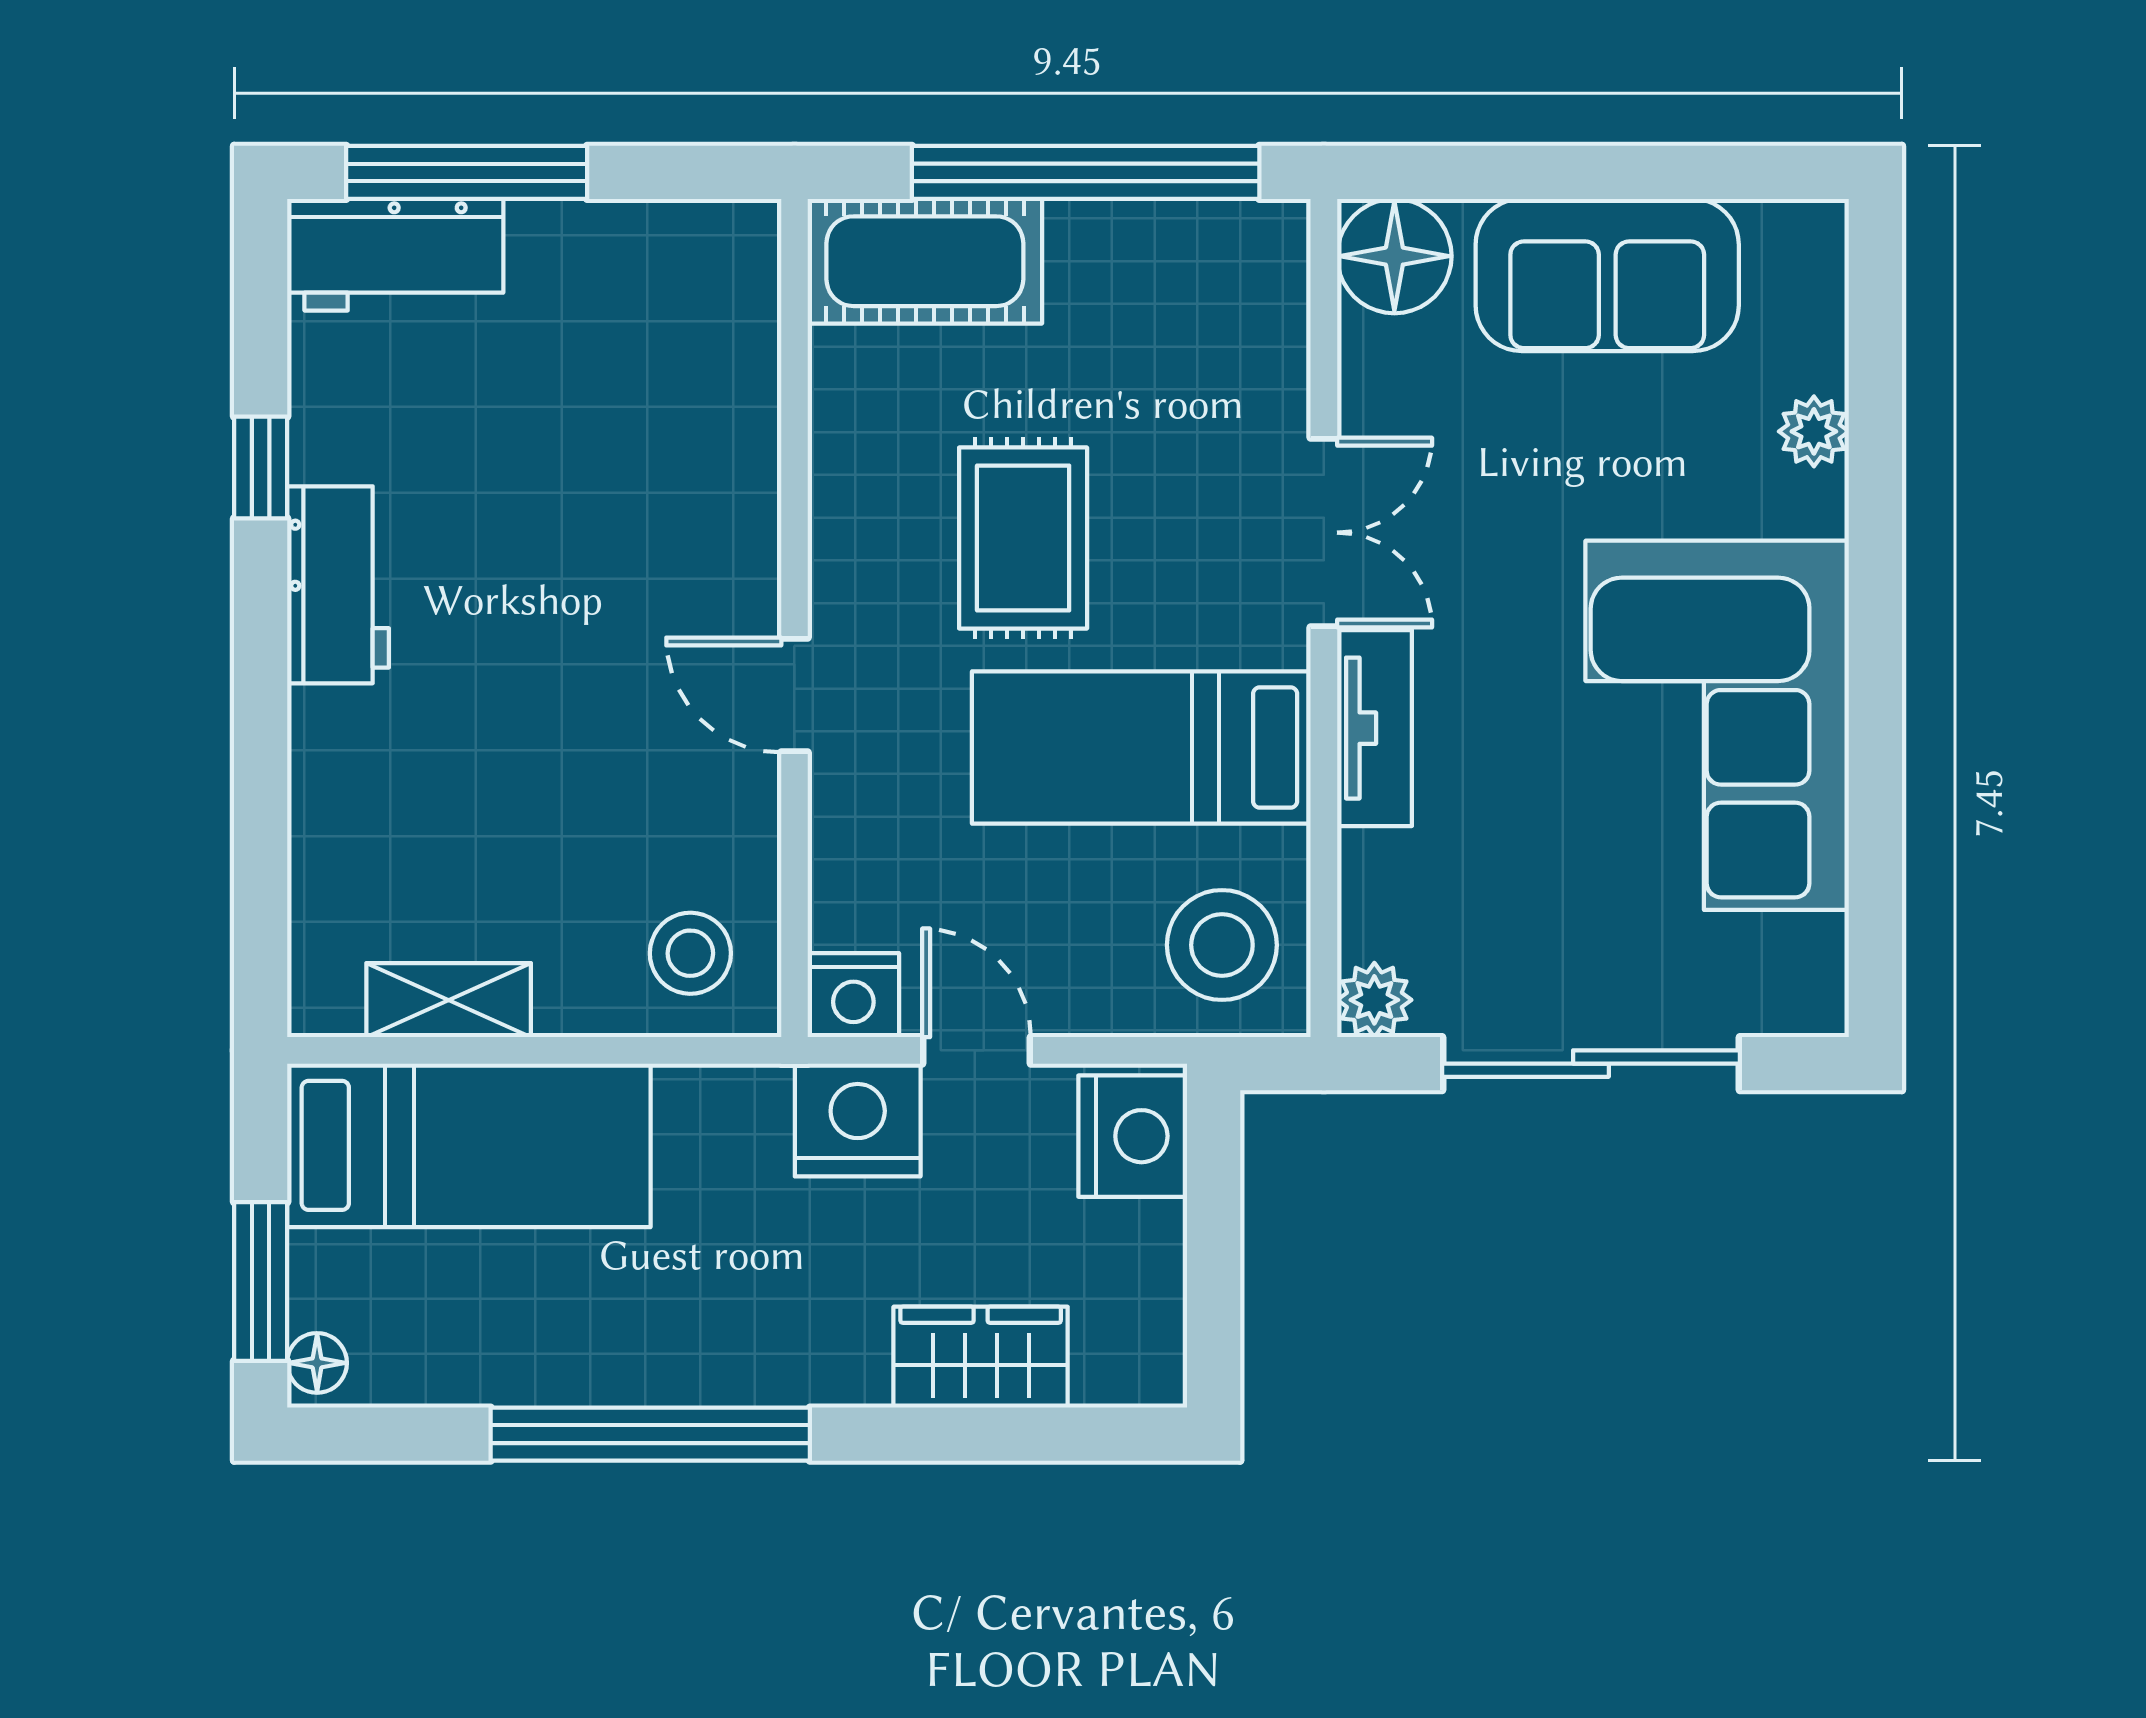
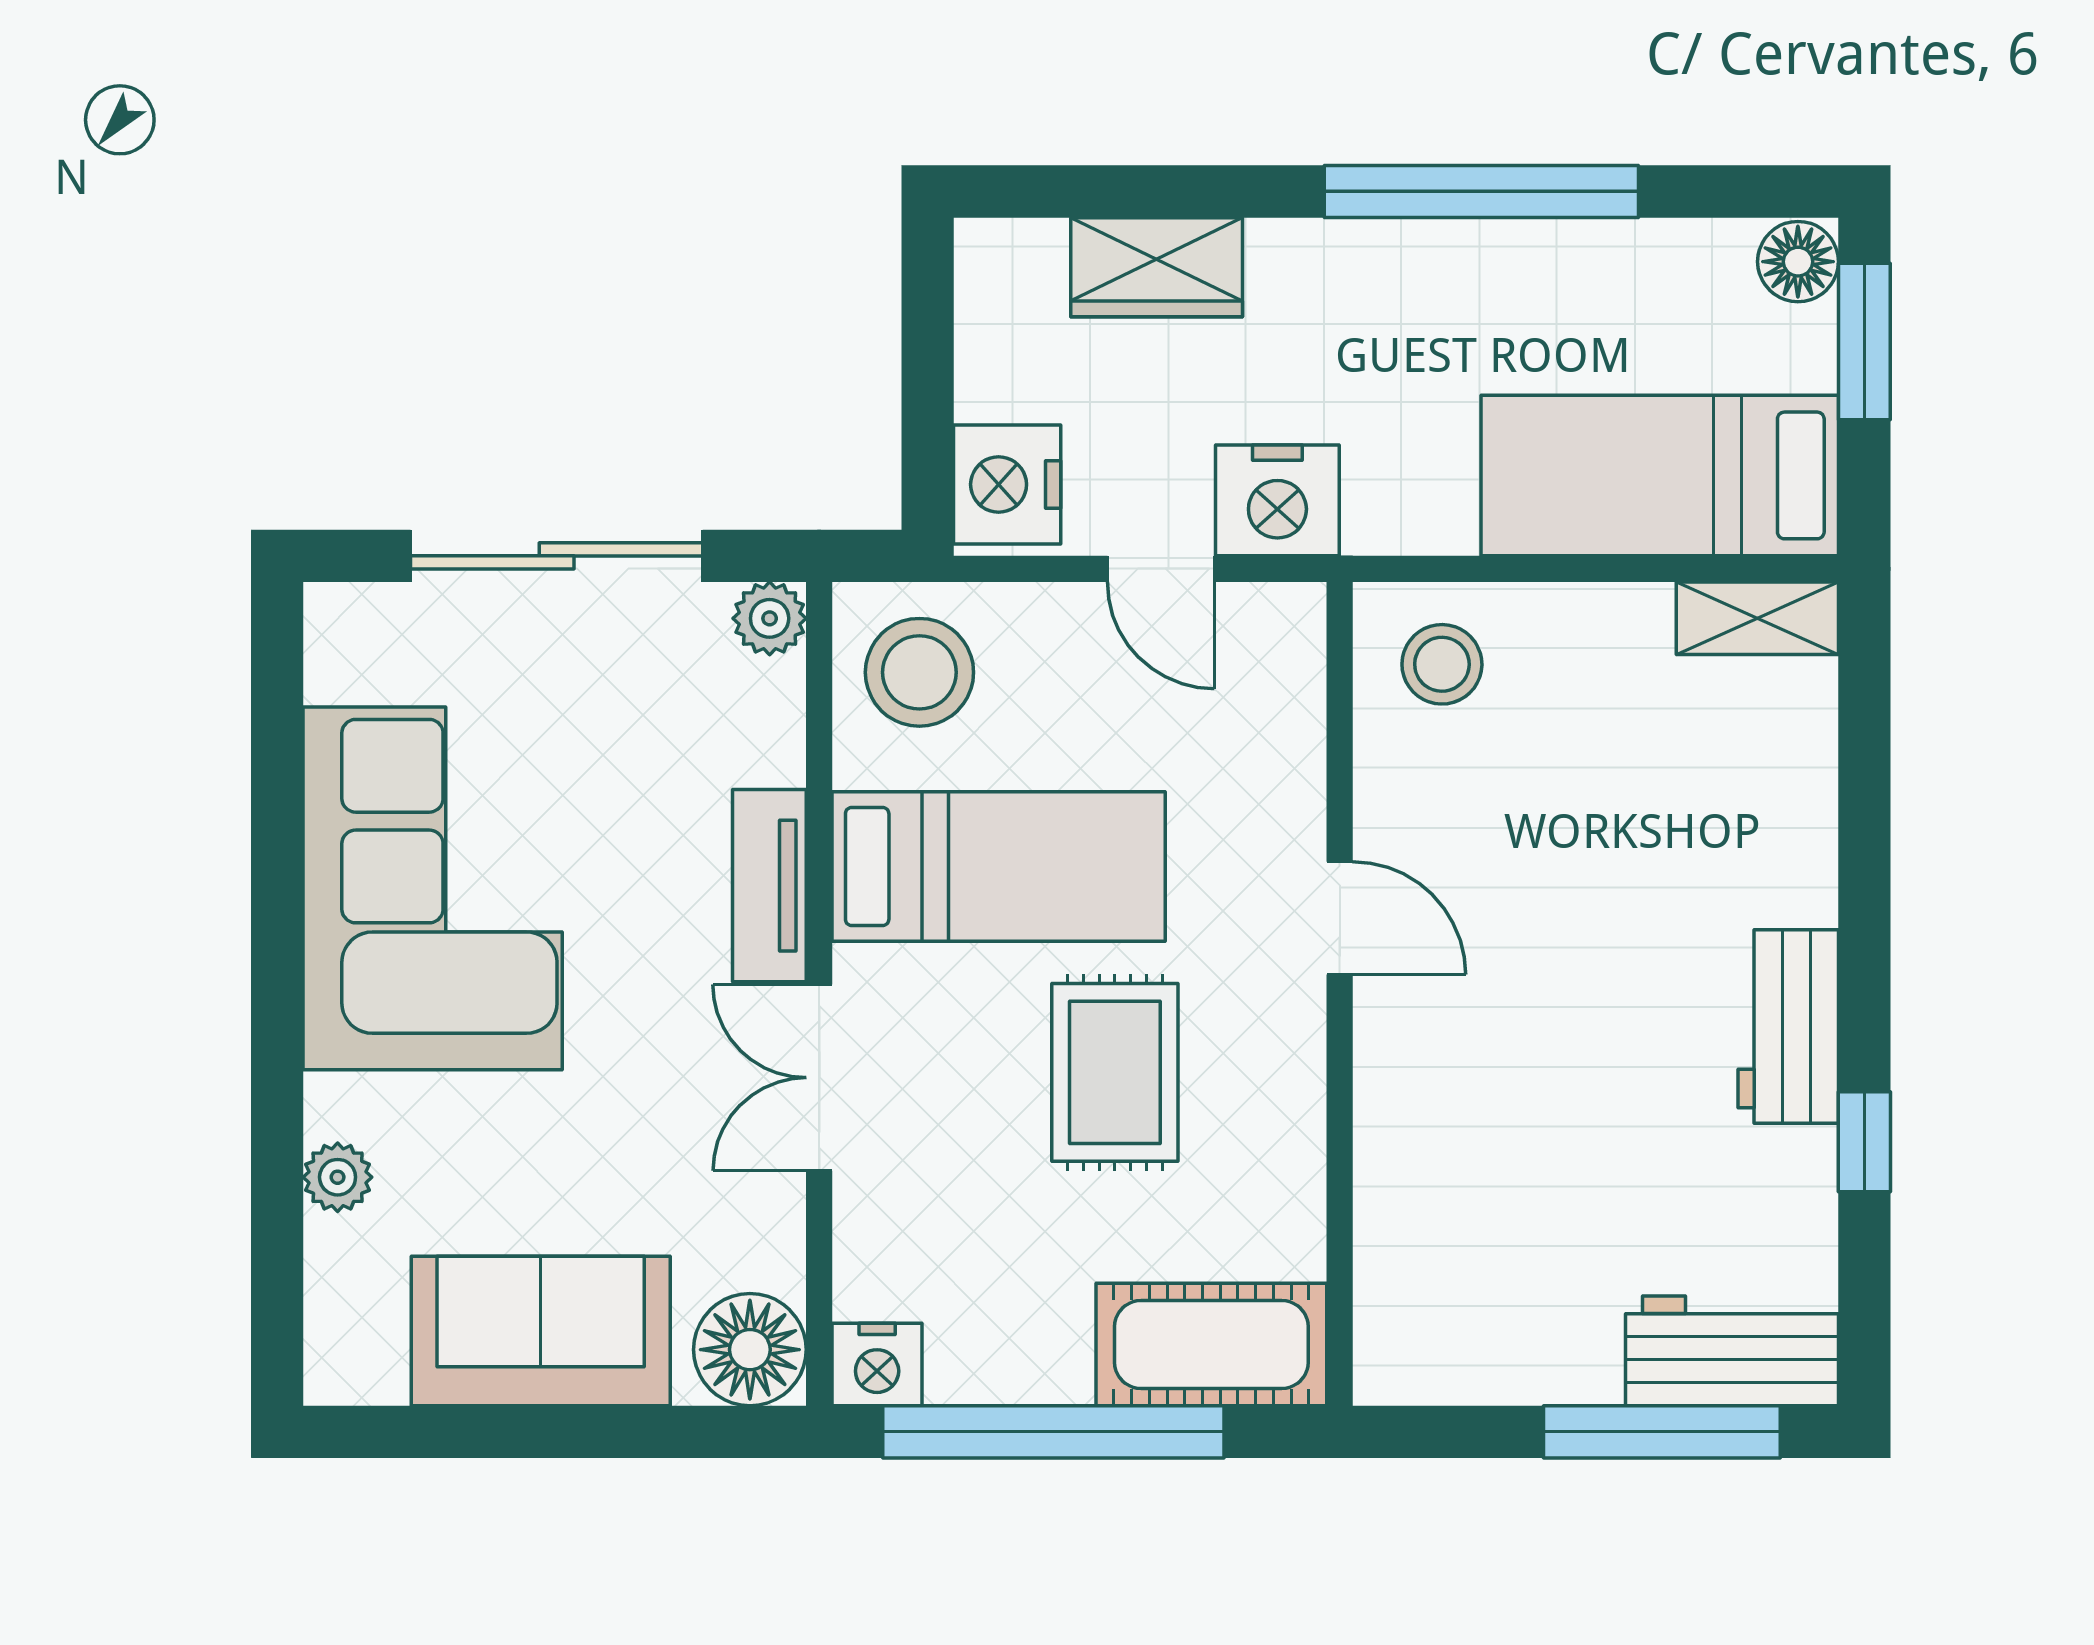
nightstand: (853, 995) -> (877, 1364), moved, turned 180
shelving: (449, 1000) -> (1757, 618), moved
floor lamp: (317, 1363) -> (1798, 262), width x1.37, depth x1.37

